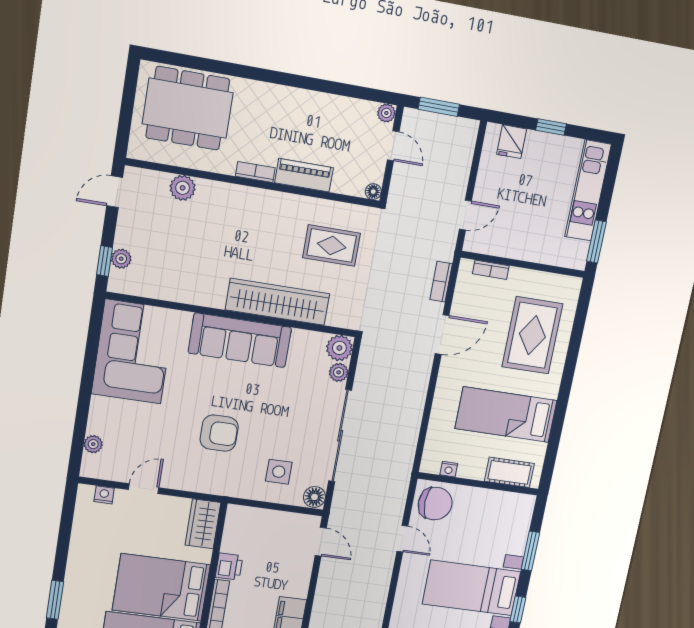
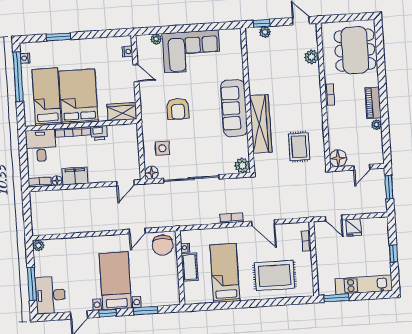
plant: (386, 113) -> (376, 125), moved
fridge: (512, 142) -> (354, 227), moved, turned -90
piano: (304, 175) -> (373, 103), moved, turned 180
floor lamp: (373, 192) -> (338, 158), width x1.89, depth x1.89
bookcase: (441, 282) -> (231, 218), moved
corner sofa: (133, 352) -> (191, 51), moved
plant: (339, 372) -> (228, 169), removed
cot: (509, 472) -> (190, 267), moved

